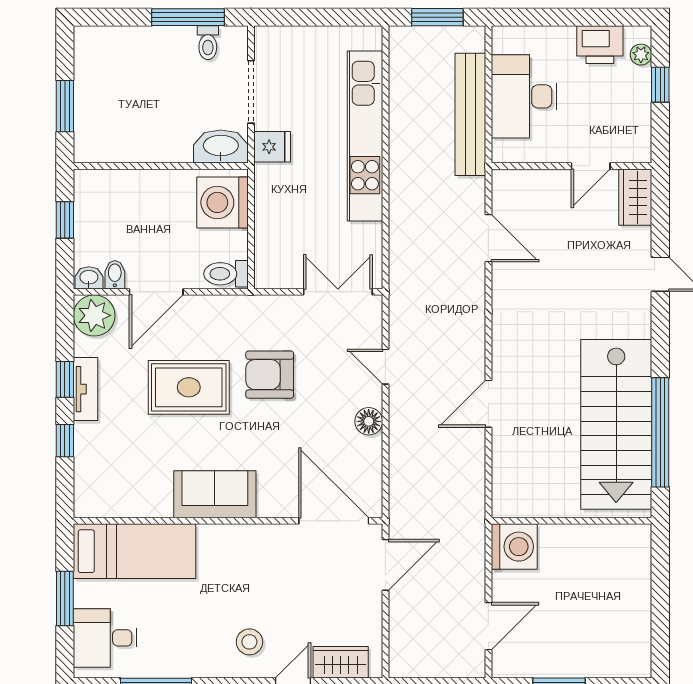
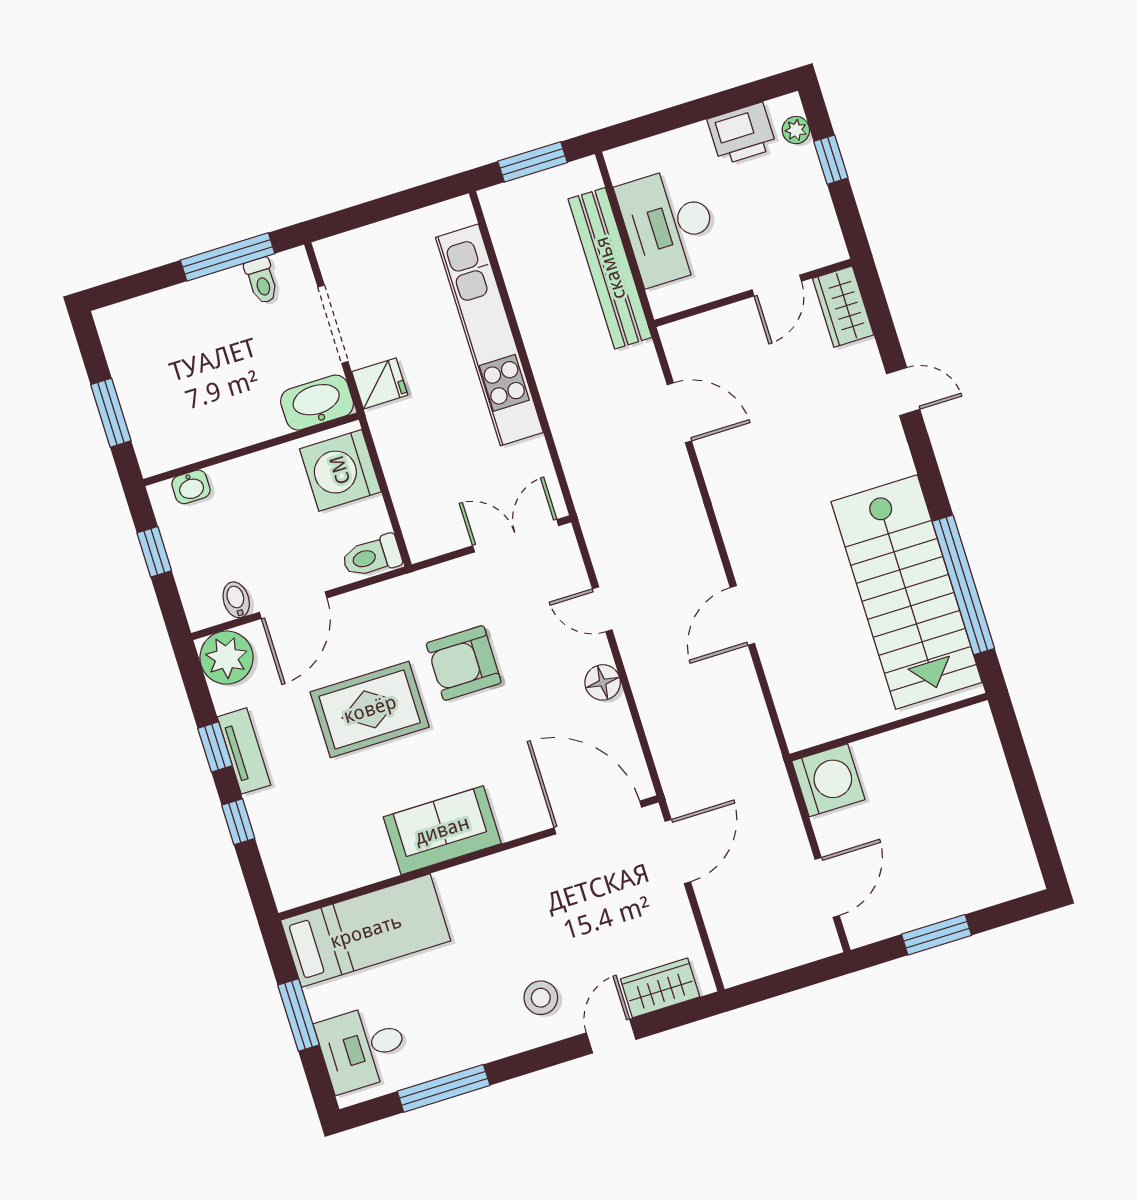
washbasin: (89, 278) -> (191, 487), moved, turned 180

